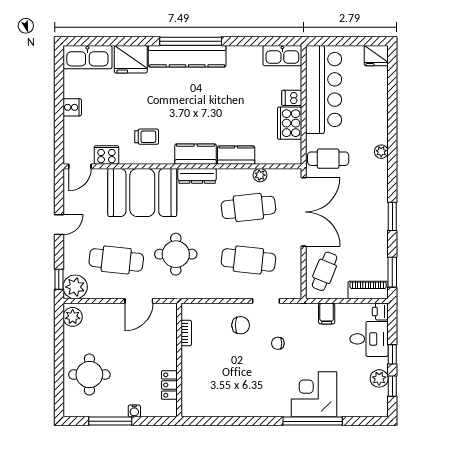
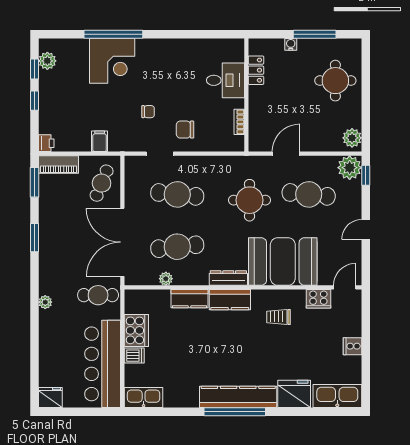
desk: (369, 339) -> (225, 80), moved, turned 180
plant: (379, 378) -> (47, 61), moved

